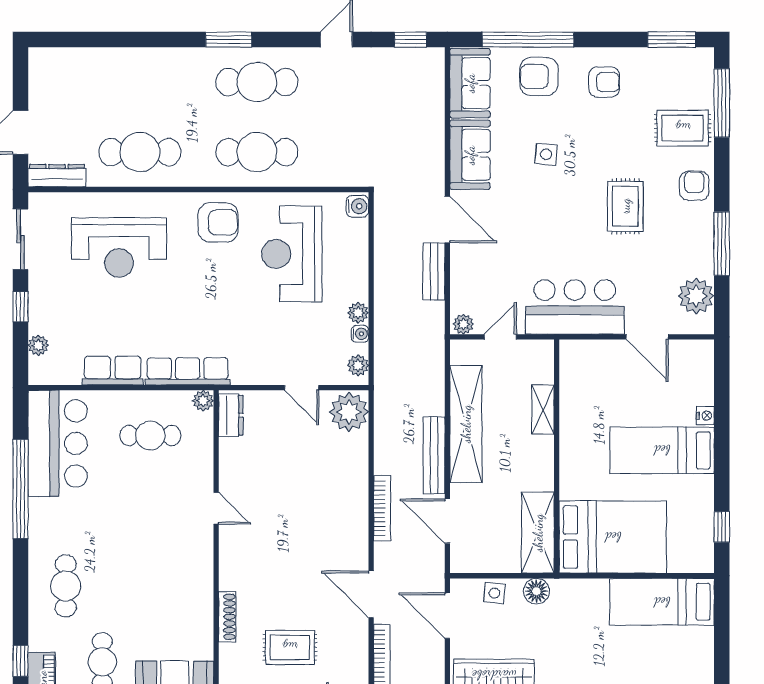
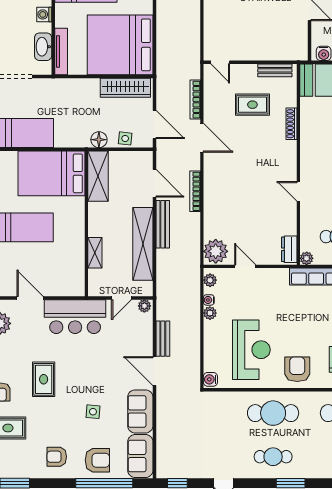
cafe table: (257, 82) -> (273, 457), width x0.73, depth x0.74
armchair: (218, 222) -> (297, 369), turned 90

